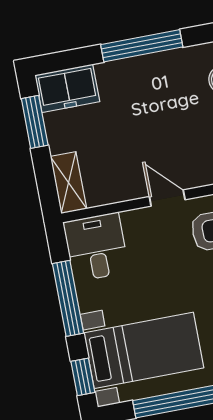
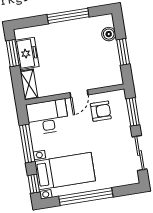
freezer: (67, 88) -> (27, 53), moved, turned -90
door: (167, 198) -> (79, 94), swing flipped
desk: (96, 247) -> (48, 117), width x1.37

